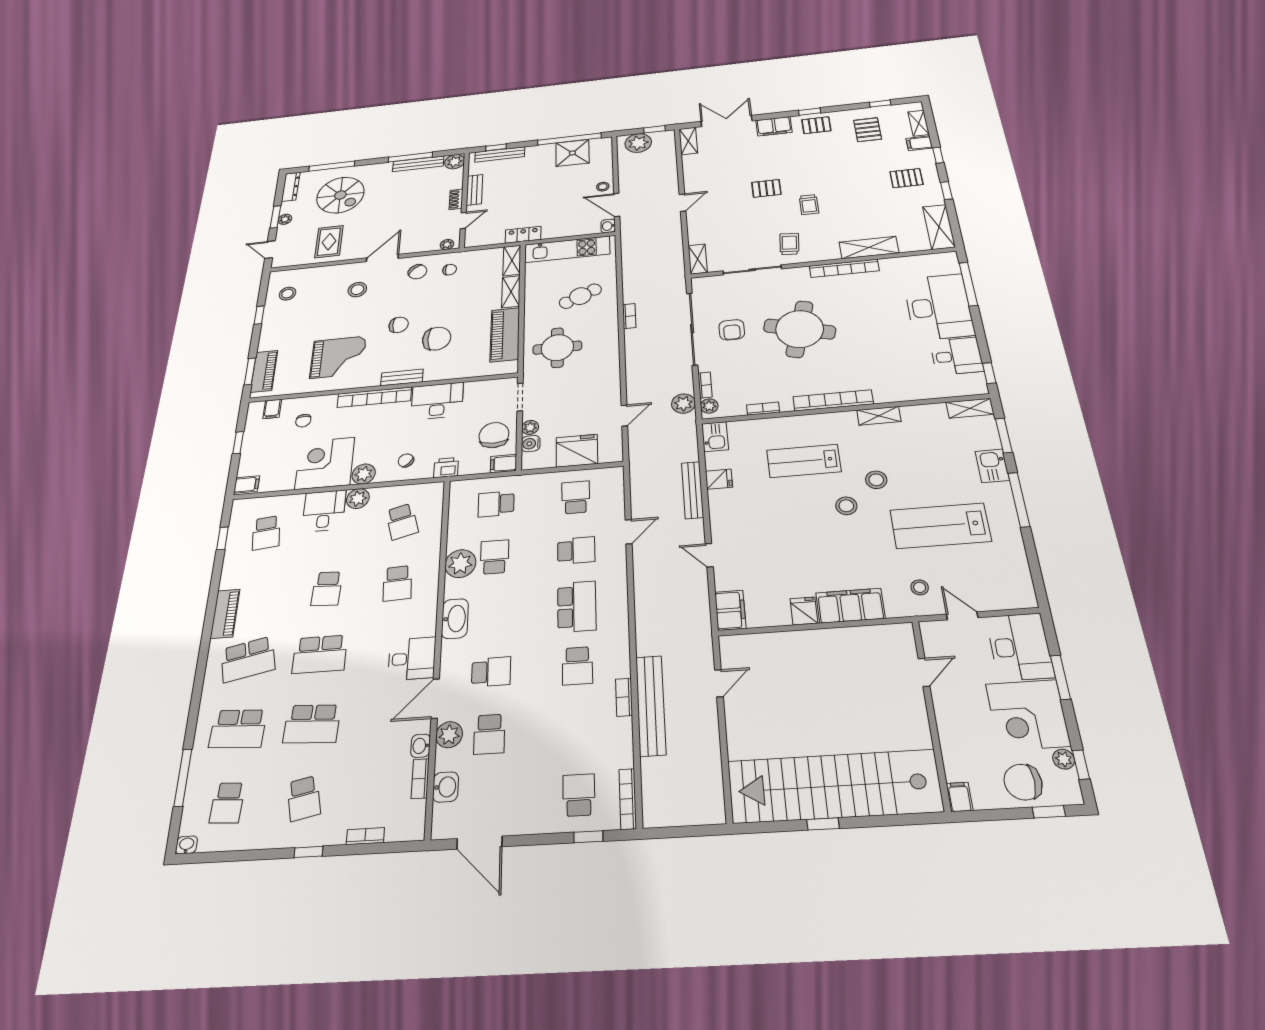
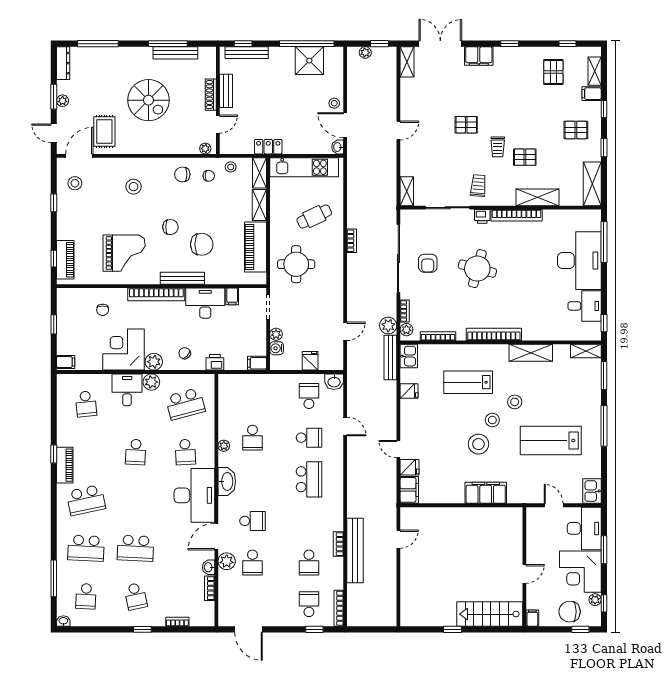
pallet: (816, 125) -> (525, 157), moved
plant: (638, 143) -> (365, 52), width x0.53, depth x0.53
plant: (455, 162) -> (207, 55), removed
spiral stairs: (340, 195) -> (148, 100), moved
shoe rack: (456, 199) -> (211, 95), width x1.43
door: (382, 258) -> (79, 156), moved
stool: (477, 259) -> (231, 167), added
chair: (418, 272) -> (182, 174), turned 134
printer: (799, 274) -> (482, 216), added
round table: (800, 329) -> (477, 269), width x0.73, depth x0.73
window: (250, 371) -> (54, 259), width x0.67
bench: (402, 377) -> (182, 278), width x1.36
filing cabinet: (272, 409) -> (232, 296), moved
bookcase: (763, 409) -> (438, 336), width x1.56
shelving: (879, 416) -> (531, 353), width x1.50, depth x1.33
chair: (494, 435) -> (249, 338), removed
fridge: (577, 451) -> (310, 361), width x0.53, depth x0.75
kitchen sink: (992, 466) -> (592, 491), moved
bench: (693, 490) -> (390, 357), moved
school desk: (496, 504) -> (253, 396), removed
school desk: (402, 522) -> (185, 404), width x1.85
door: (629, 532) -> (345, 426), hinge flipped
window: (222, 538) -> (54, 454), moved
school desk: (495, 557) -> (253, 438), turned 180
plant: (460, 564) -> (224, 446), width x0.53, depth x0.53
stool: (920, 587) -> (478, 444), moved, width x1.89, depth x1.89
fridge: (804, 611) -> (410, 467), moved, turned 90
school desk: (320, 654) -> (136, 500), removed
desk: (412, 659) -> (194, 495), width x1.87, depth x1.30
school desk: (577, 666) -> (309, 563), moved
door: (924, 672) -> (524, 574), moved
stairs: (834, 786) -> (490, 614), width x0.54, depth x0.66
washbasin: (446, 787) -> (334, 382), moved, turned 90

